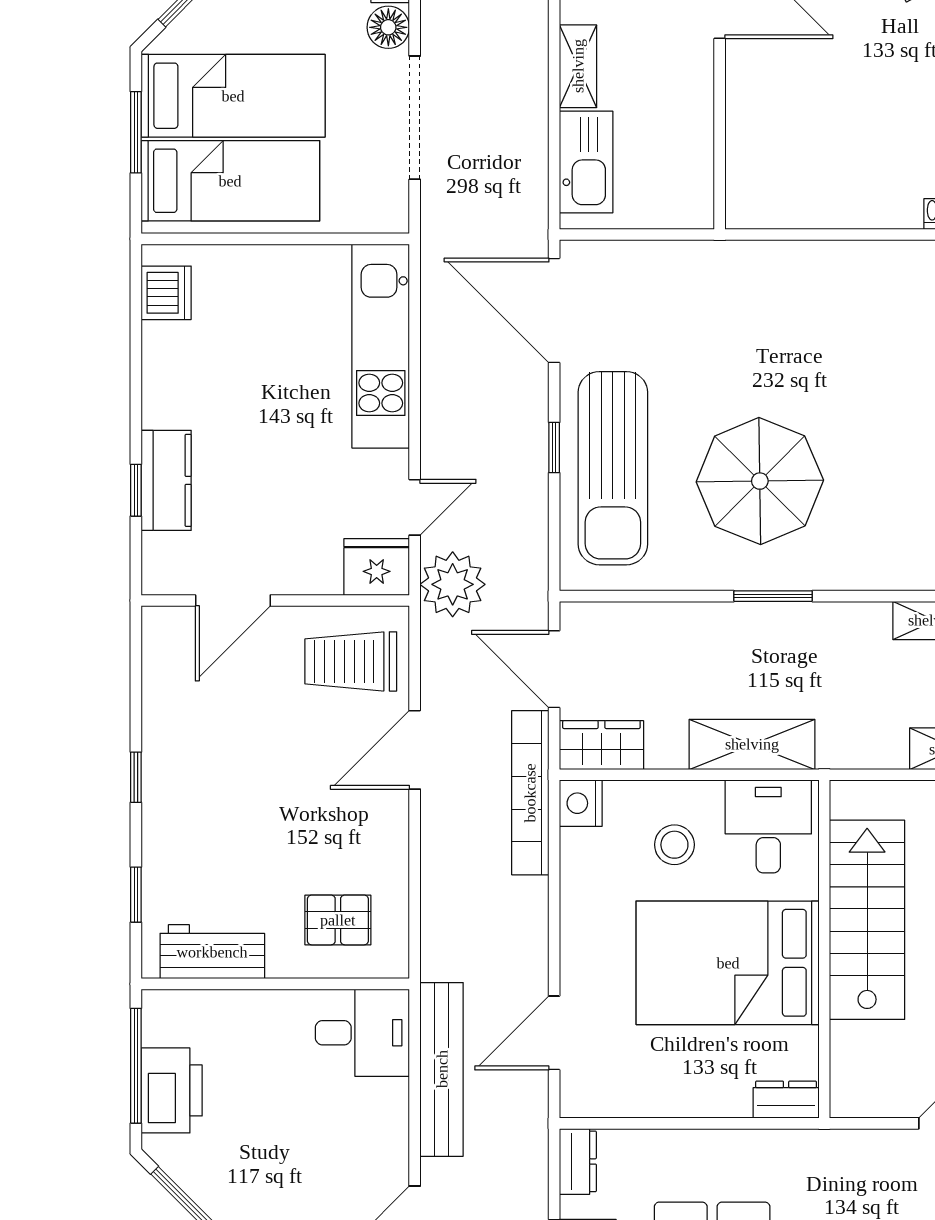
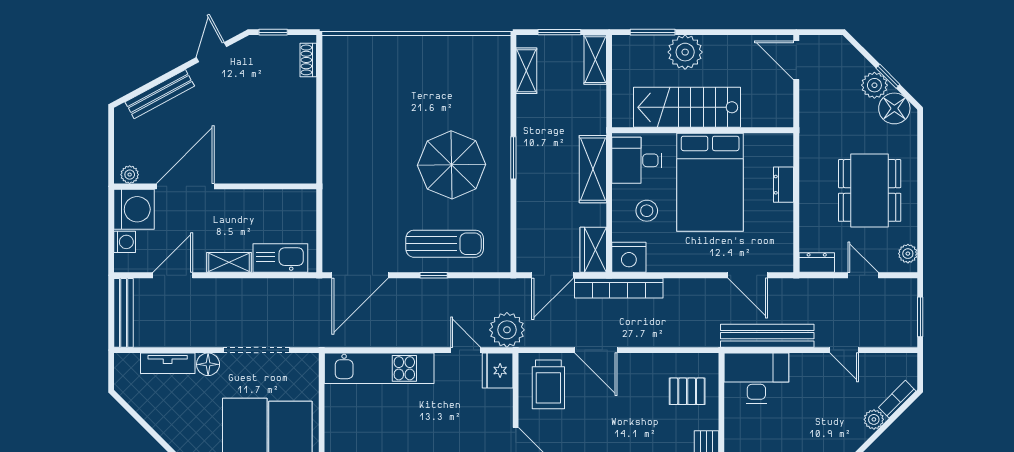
sun lounger: (613, 468) -> (445, 244), width x0.73, depth x0.75
nightstand: (581, 803) -> (629, 257), width x1.36, depth x1.33
pallet: (338, 920) -> (687, 391), turned 90
desk: (362, 1033) -> (756, 378), width x1.37
dresser: (786, 1100) -> (783, 185), moved

